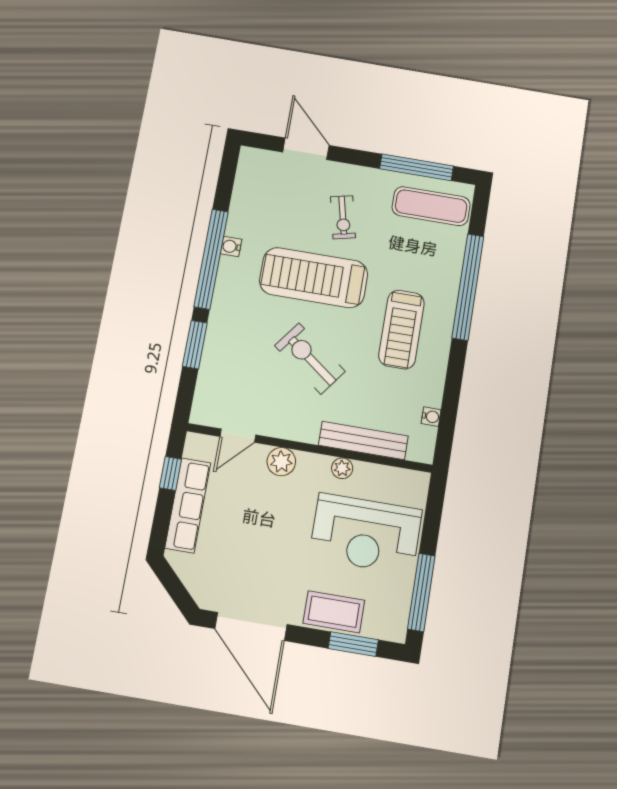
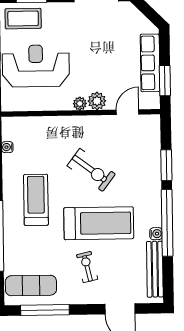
bench: (363, 441) -> (155, 269), moved, turned 90
plant: (342, 468) -> (80, 104), moved
window: (170, 474) -> (165, 81), width x1.50
coffee table: (334, 612) -> (23, 19), moved

